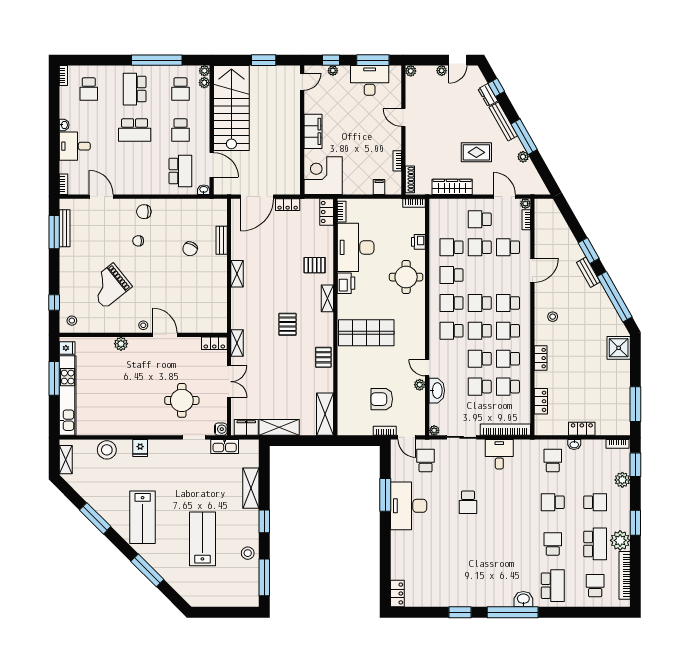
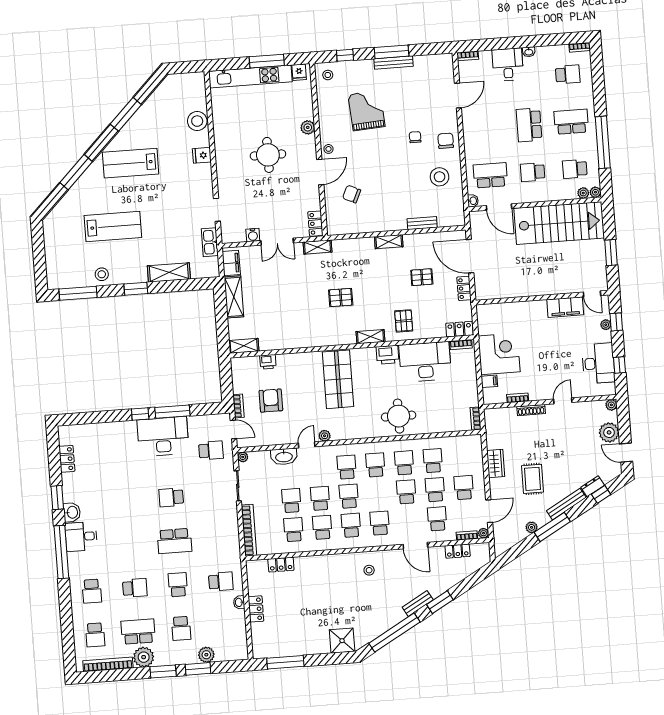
window: (373, 60) -> (619, 365), width x0.46
plant: (442, 71) -> (609, 432), width x1.88, depth x1.88
school desk: (89, 89) -> (568, 74), turned 180
filing cabinet: (313, 131) -> (565, 307), moved
door: (212, 165) -> (499, 207), hinge flipped
school desk: (180, 171) -> (490, 175), turned 180
corner desk: (323, 176) -> (499, 354), moved
shoe rack: (410, 179) -> (531, 410), moved
wardrobe: (452, 187) -> (496, 463), width x0.67
stool: (178, 220) -> (440, 177), added
bench: (65, 228) -> (394, 63), moved
window: (54, 232) -> (391, 52), moved
printer: (418, 242) -> (268, 362), moved, turned 180
chair: (190, 249) -> (352, 194), moved
grand piano: (109, 286) -> (366, 111), turned 35
school desk: (480, 303) -> (406, 492), moved
pallet: (323, 357) -> (422, 277), moved
locker: (541, 358) -> (458, 551), moved
plant: (420, 385) -> (325, 436), moved
round table: (182, 400) -> (268, 155), moved
shelving: (325, 414) -> (244, 346), width x0.67, depth x0.75
water cooler: (221, 429) -> (253, 235), moved
door: (407, 437) -> (233, 429), swing flipped
bookcase: (618, 444) -> (243, 647), removed
desk: (499, 454) -> (81, 537), moved, turned 180
shelving: (66, 460) -> (184, 80), removed
window: (635, 465) -> (198, 669), moved
school desk: (510, 502) -> (175, 541), added
window: (385, 526) -> (140, 414), added
school desk: (595, 544) -> (138, 632), turned 180
school desk: (553, 586) -> (92, 591), width x0.54
school desk: (595, 586) -> (95, 635), turned 90
locker: (397, 593) -> (67, 459), moved, turned -90
washbasin: (523, 599) -> (72, 512), moved

